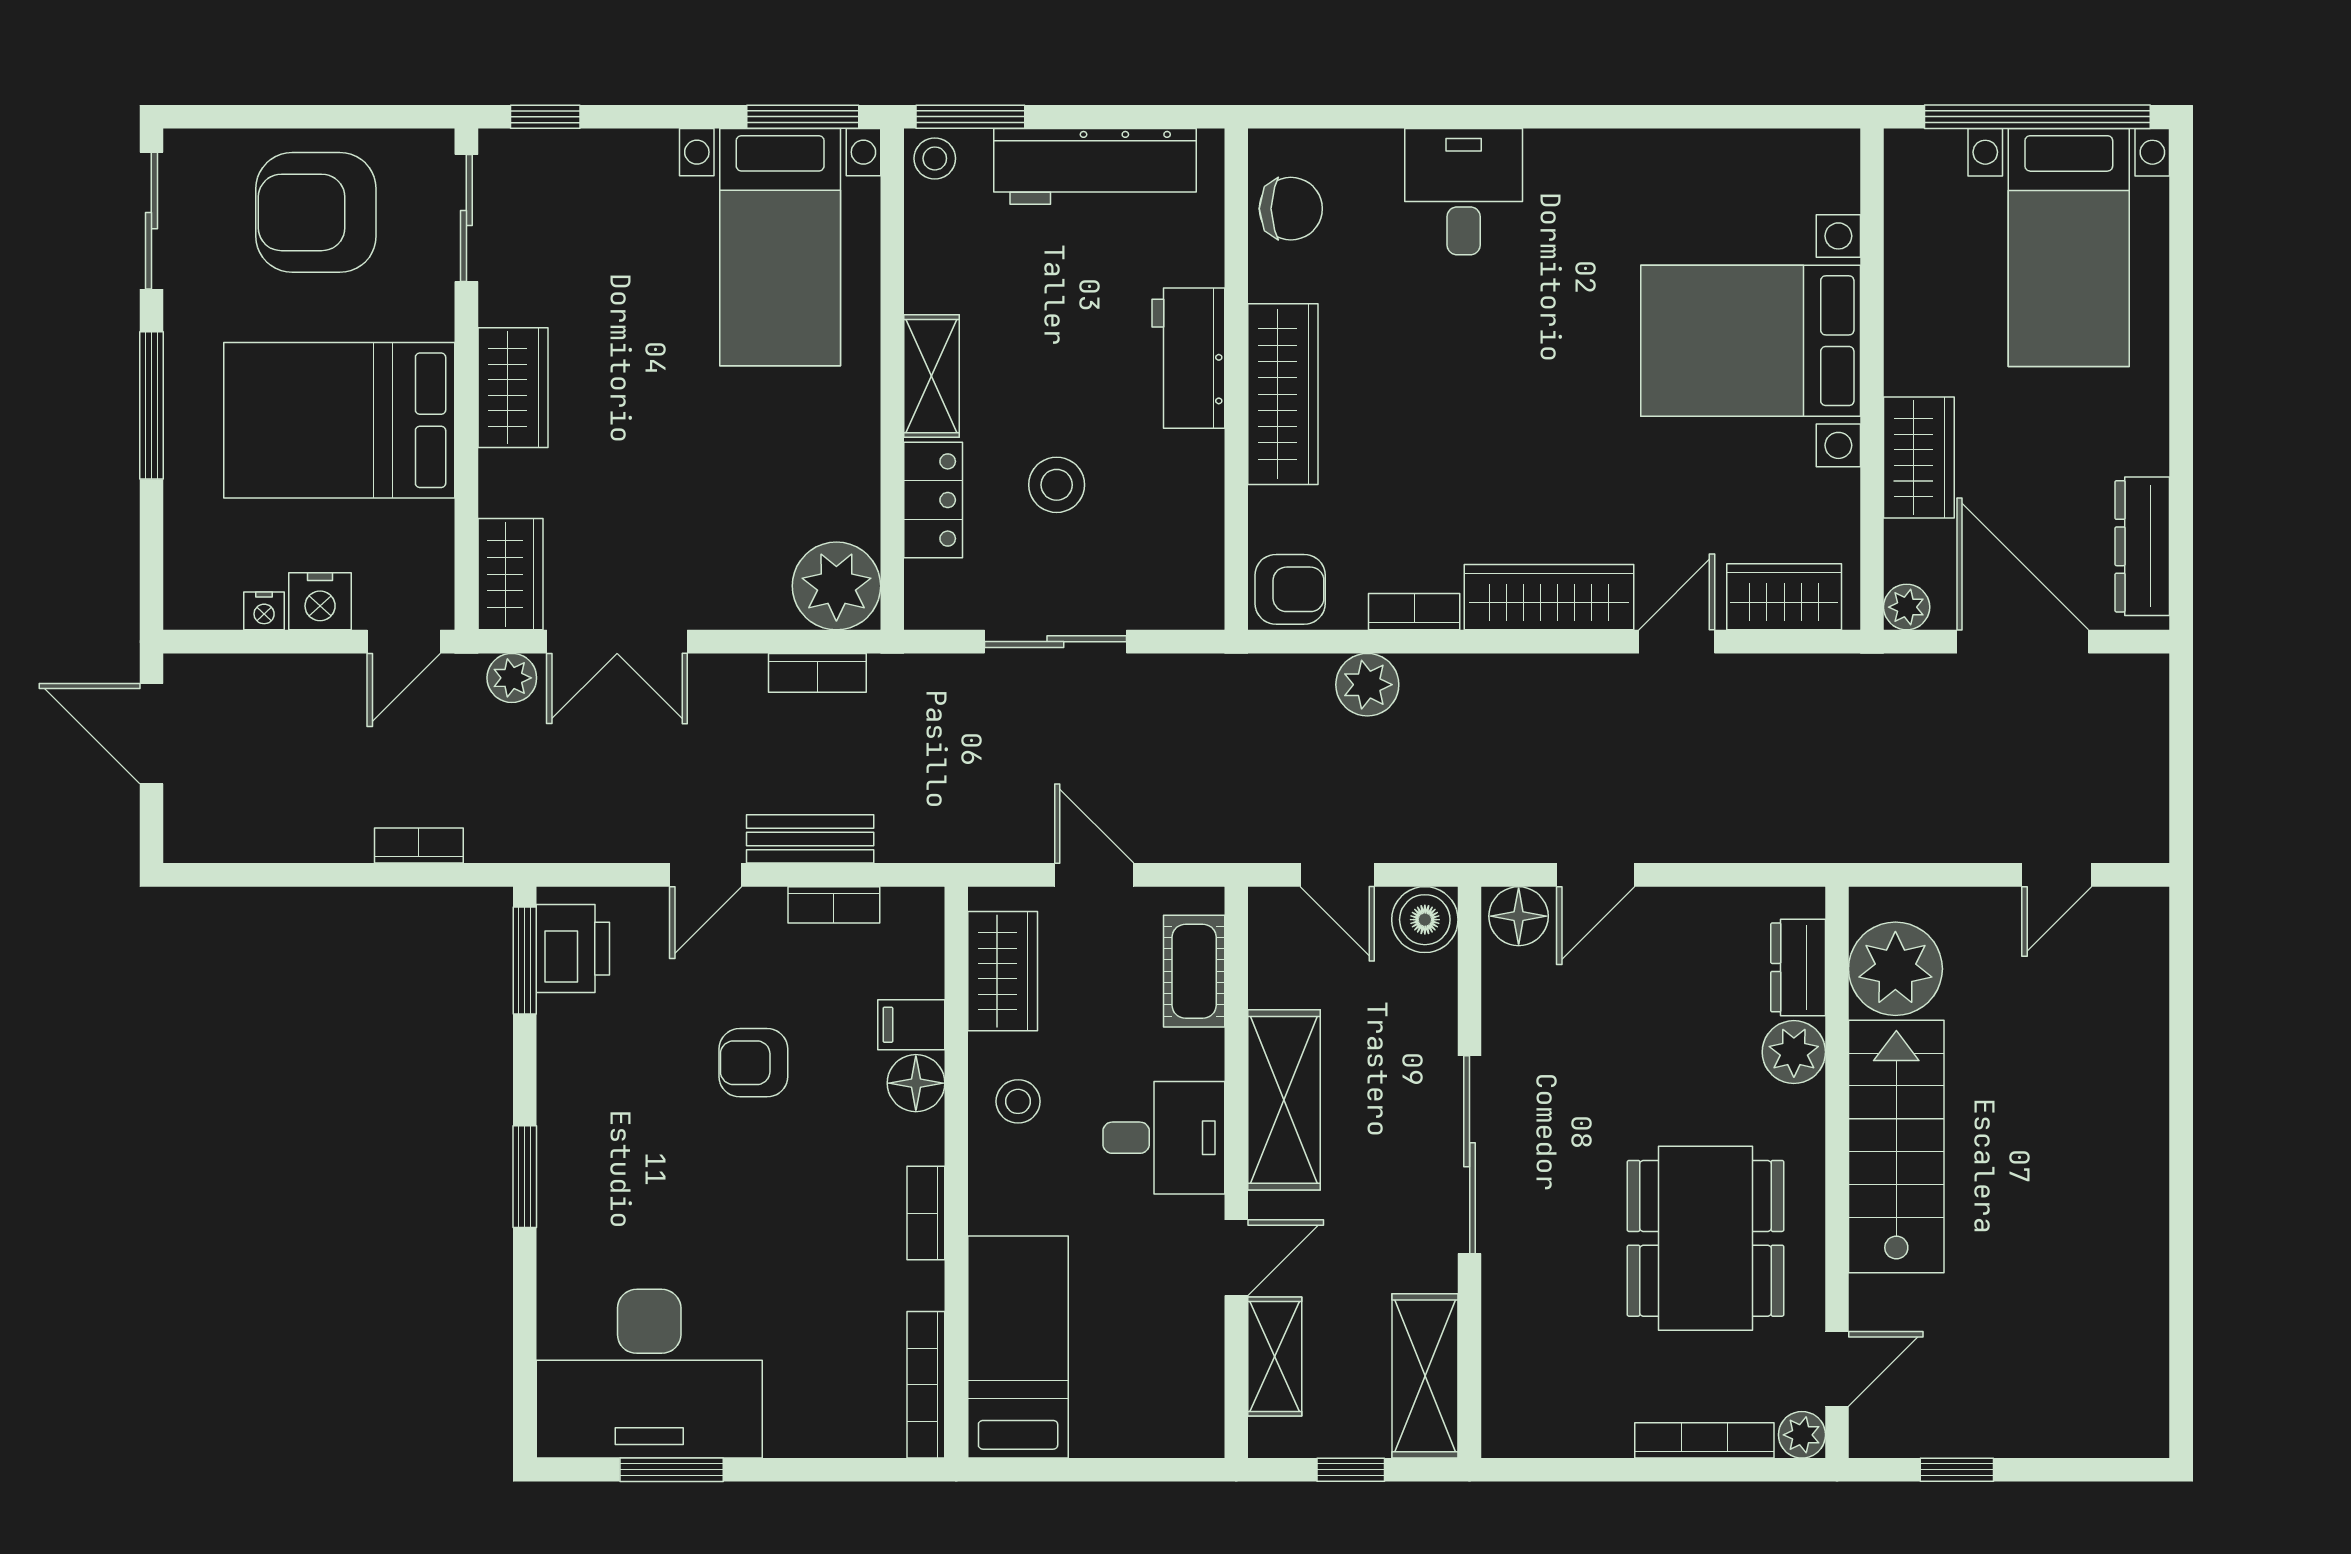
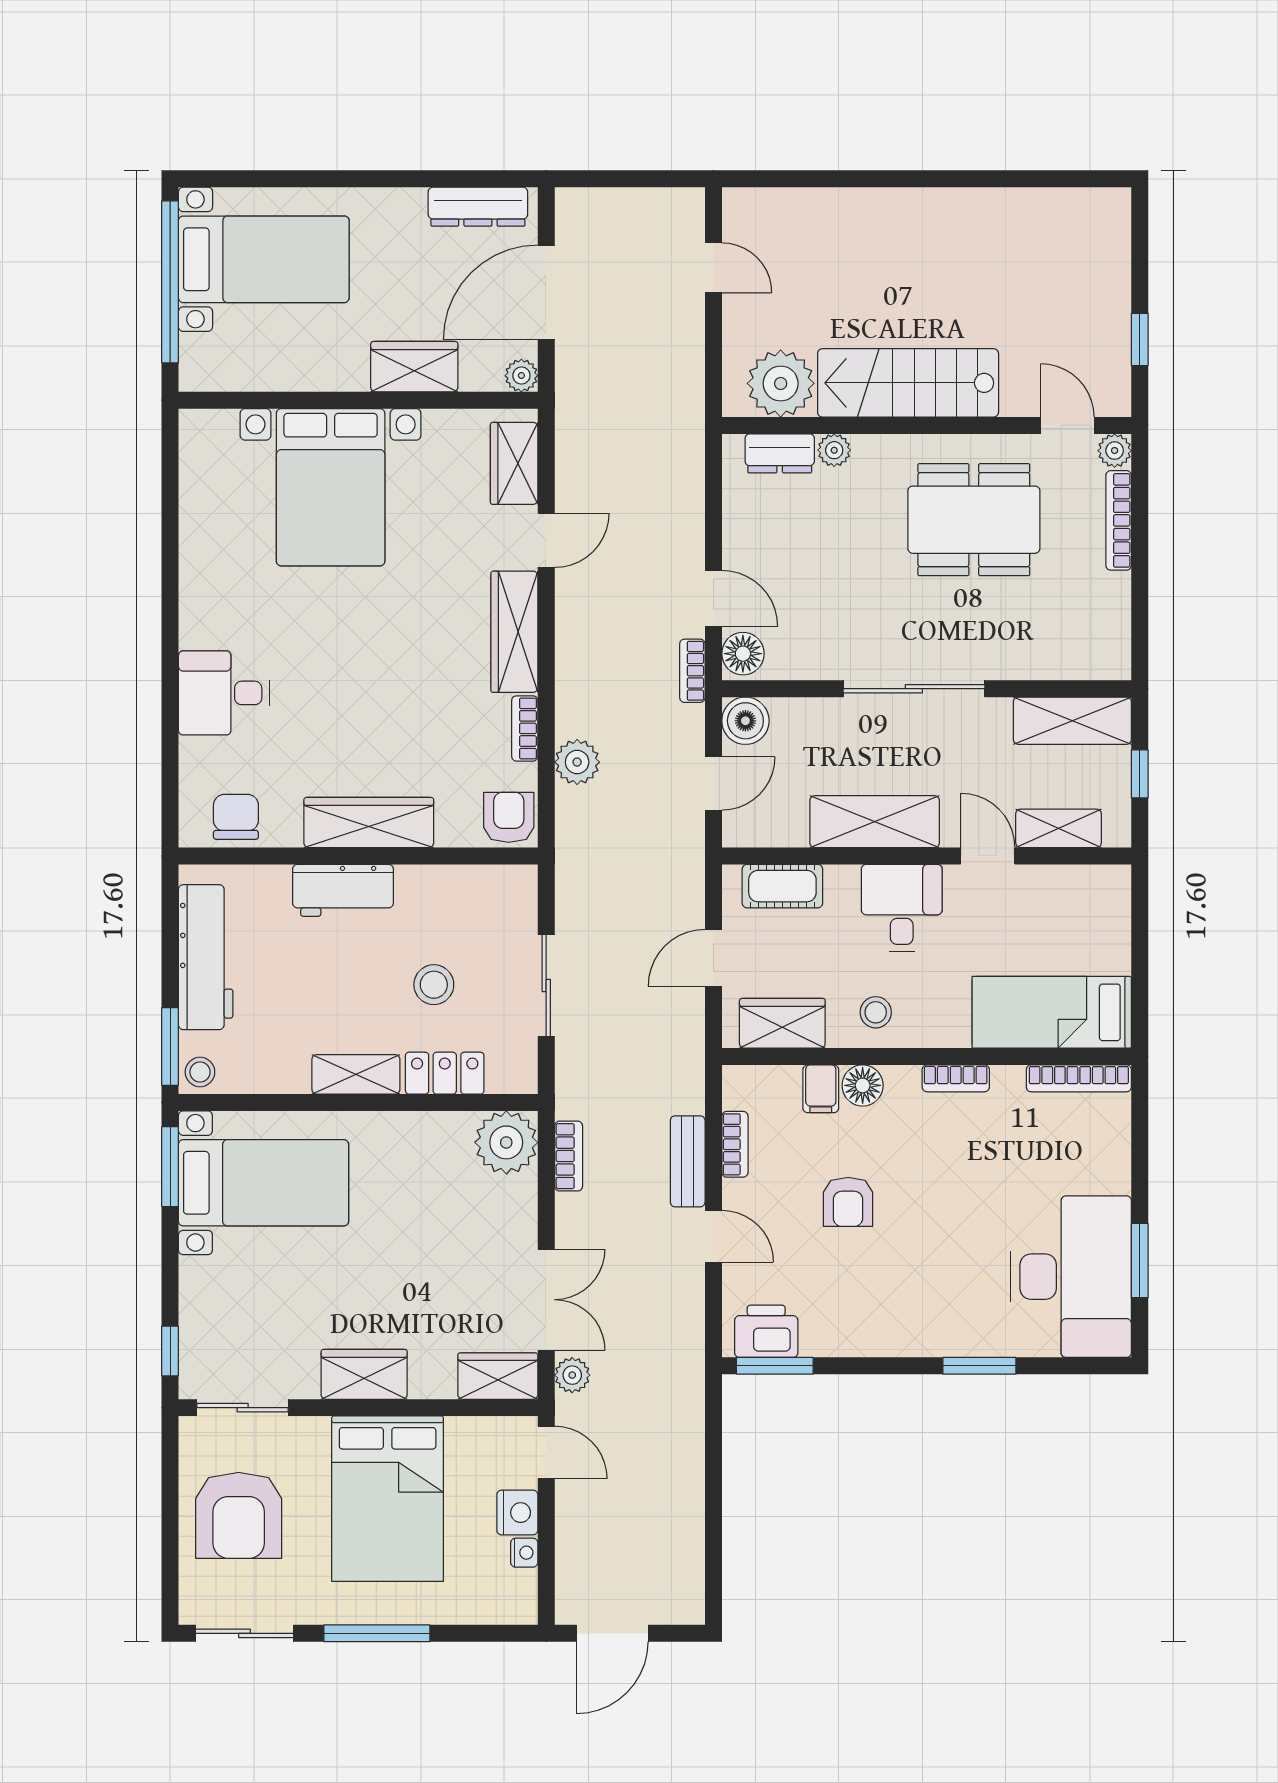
door: (1677, 642) -> (546, 540), swing flipped
bookcase: (419, 846) -> (692, 671), moved
plant: (1794, 1052) -> (834, 450), width x0.73, depth x0.73
window: (525, 1177) -> (979, 1366), moved

